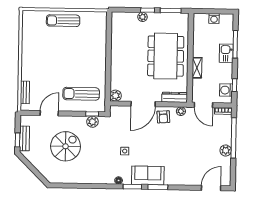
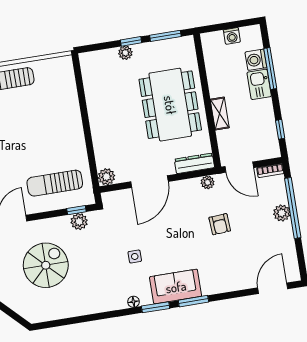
washing machine: (226, 90) -> (256, 60), moved
armchair: (163, 117) -> (220, 224), moved
plant: (226, 150) -> (282, 213), moved

